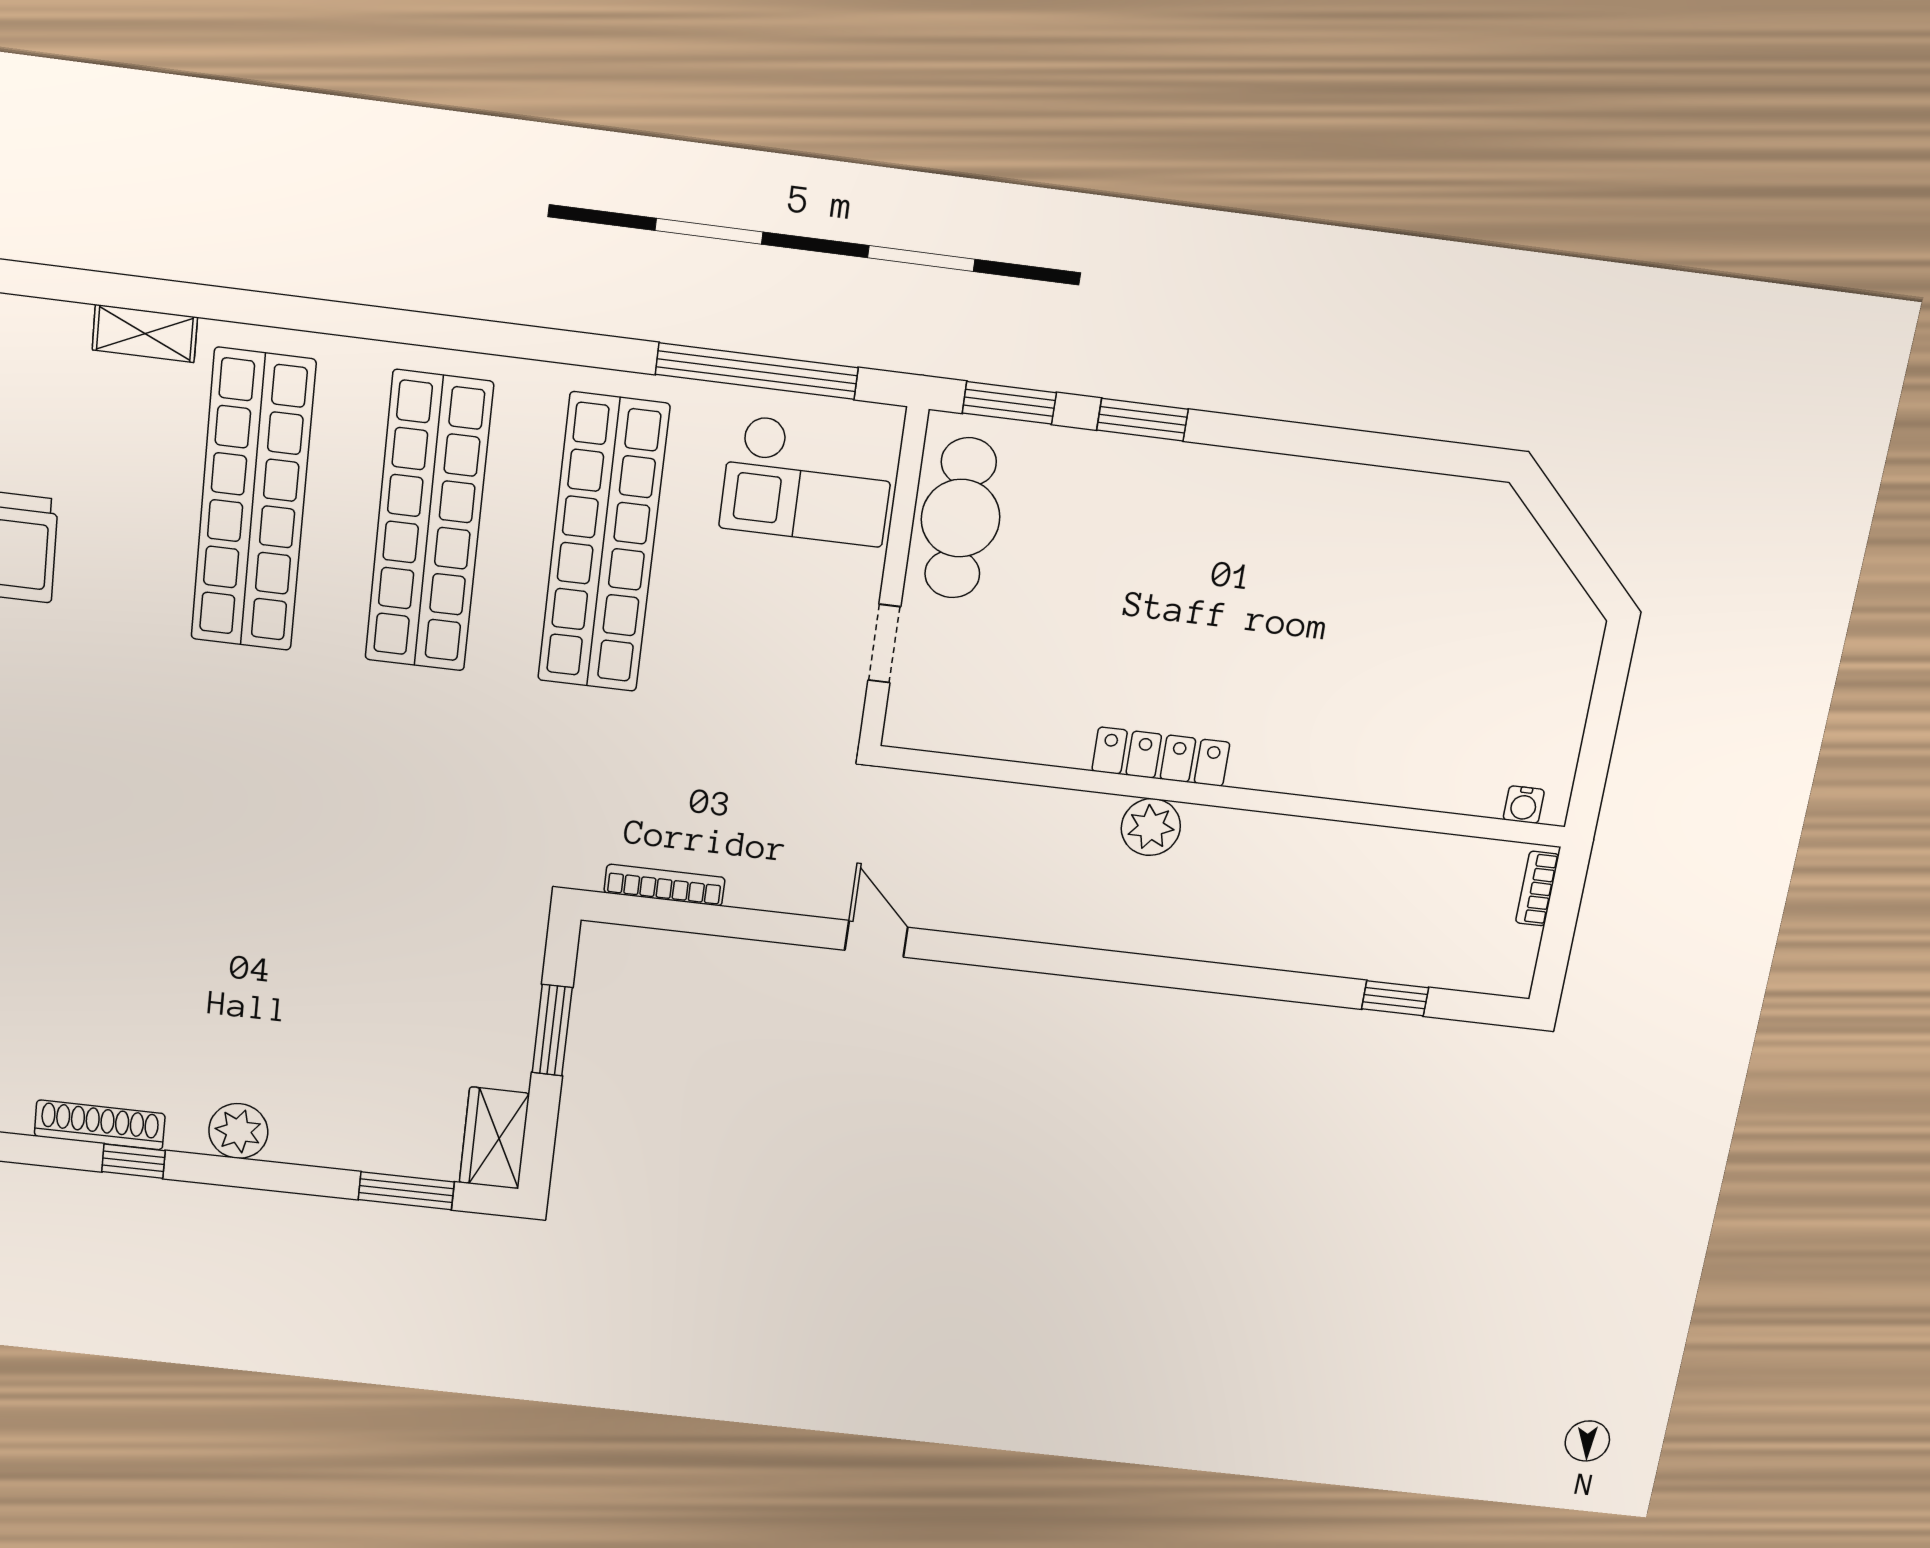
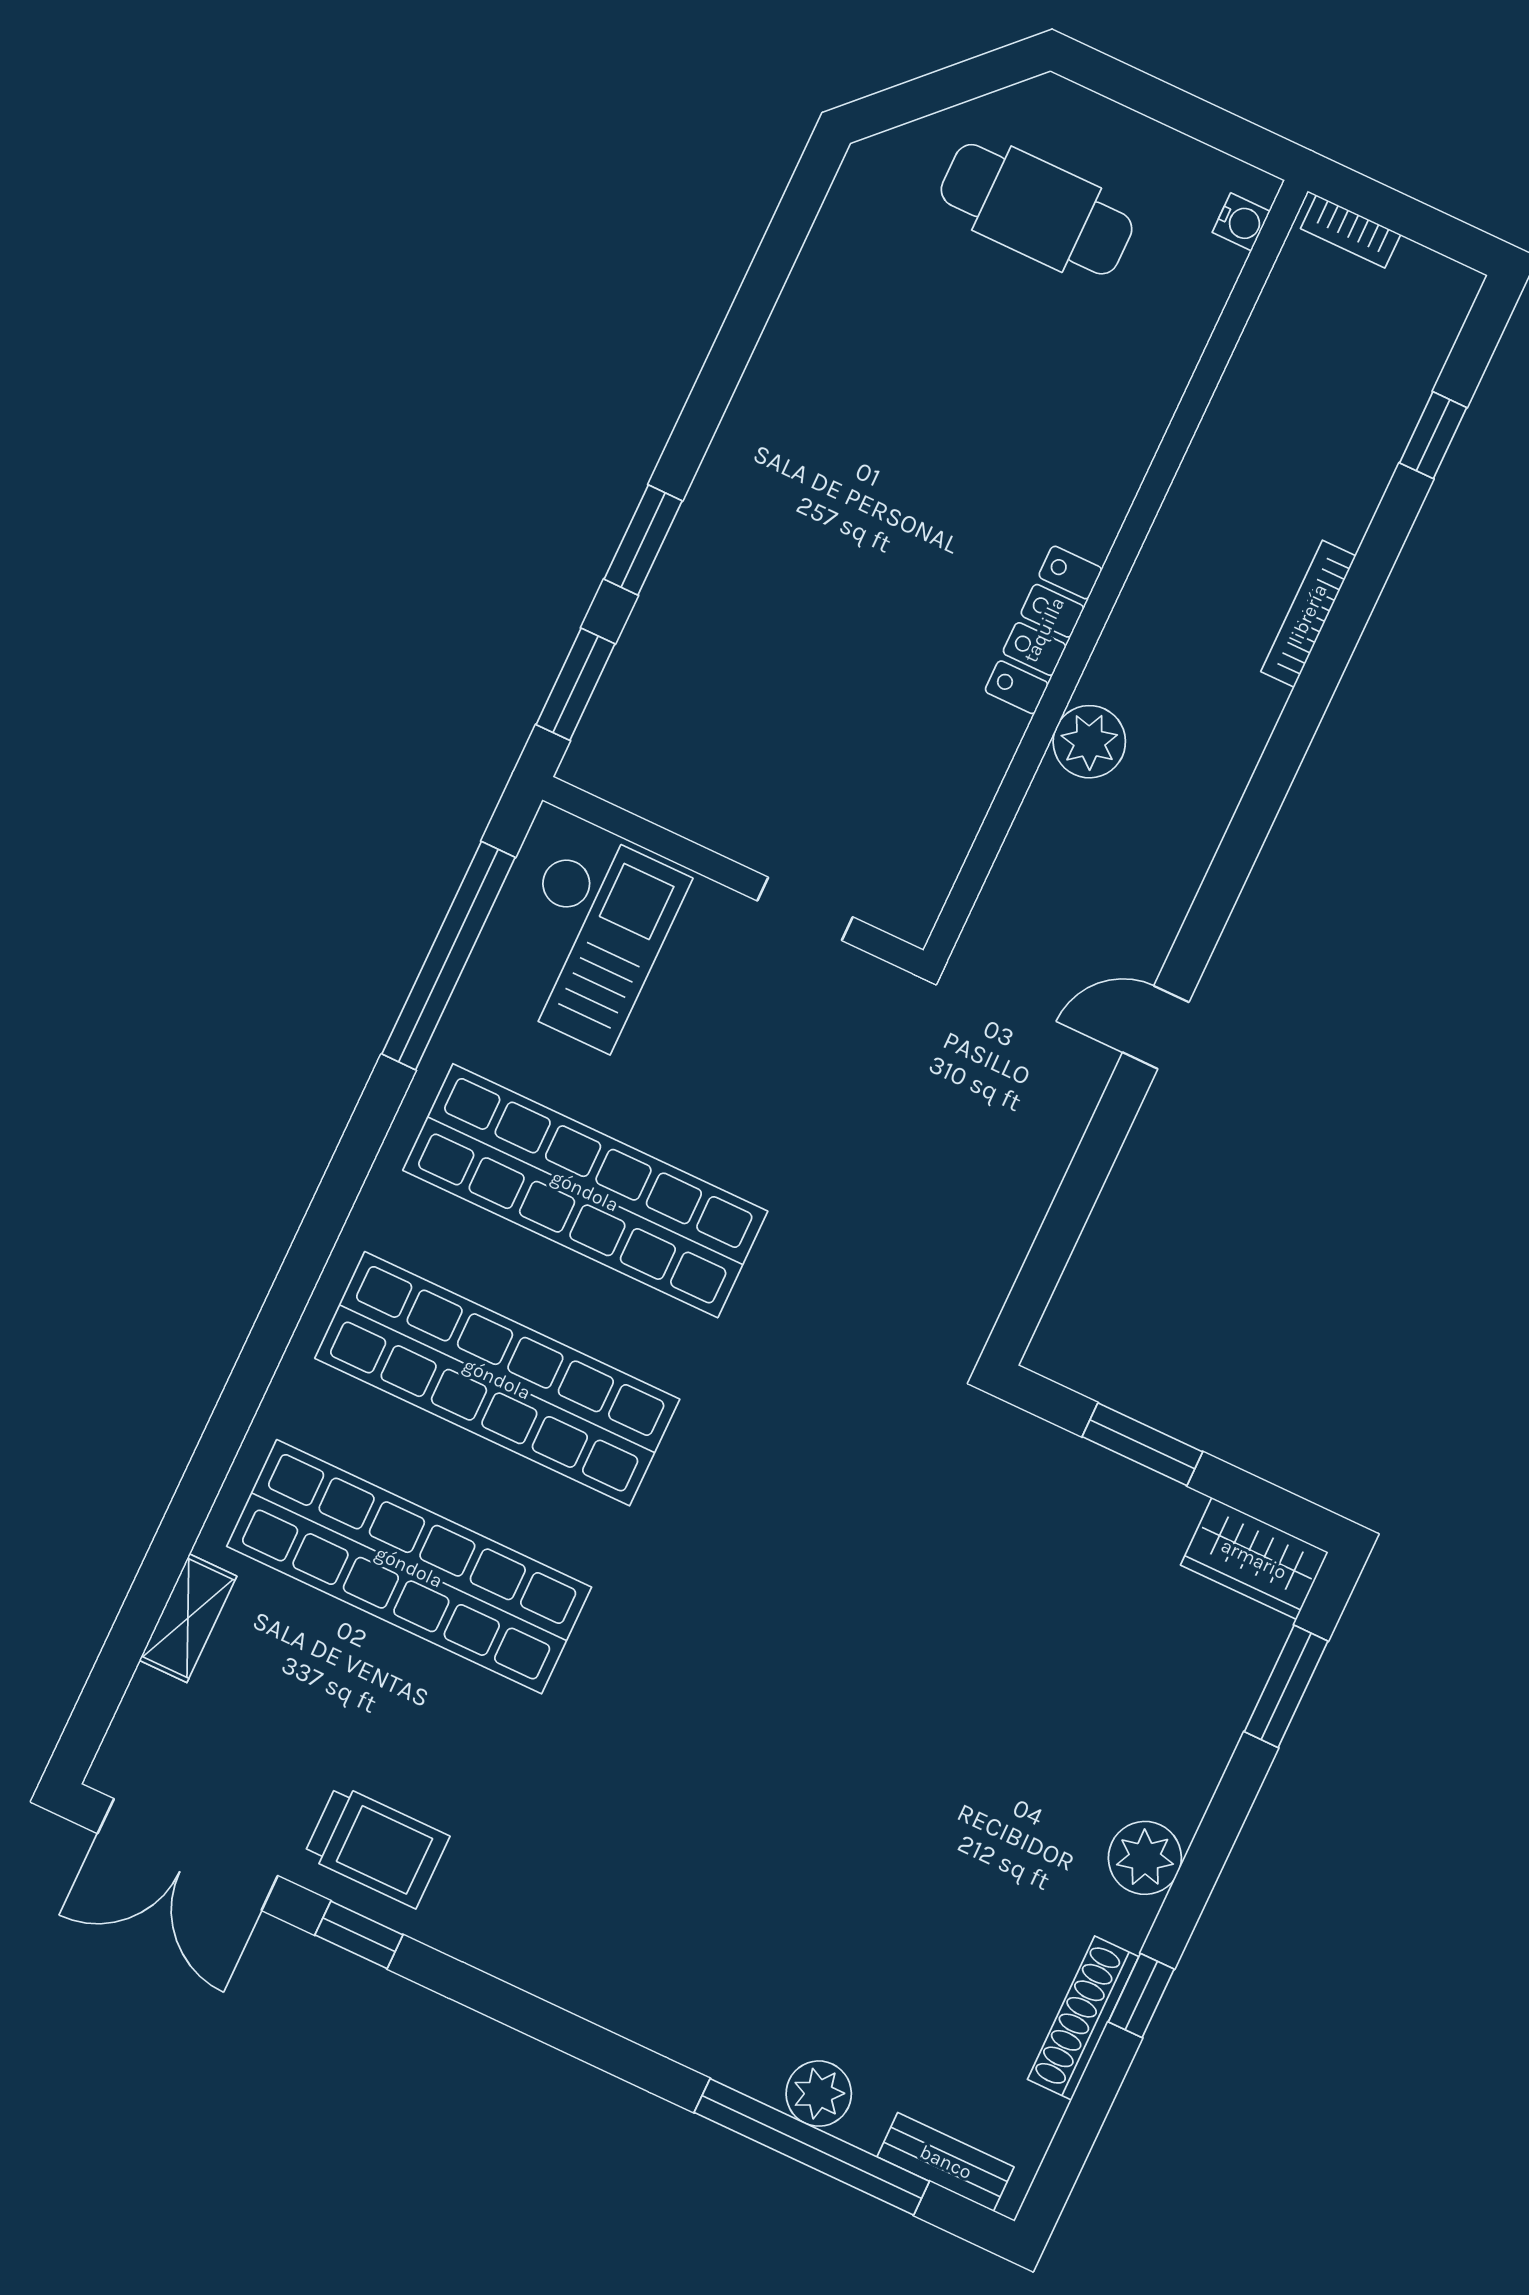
cafe table: (961, 518) -> (1037, 209), moved
plant: (1151, 827) -> (1089, 742), moved
bookcase: (664, 885) -> (1308, 614), moved

